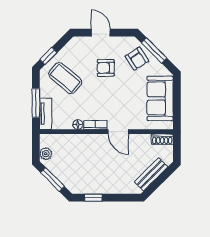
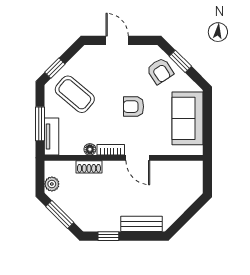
window: (154, 50) -> (180, 61), width x0.67
armchair: (106, 68) -> (134, 107), moved
shoe rack: (162, 139) -> (89, 167), moved
bench: (151, 174) -> (142, 224), moved, turned 45

